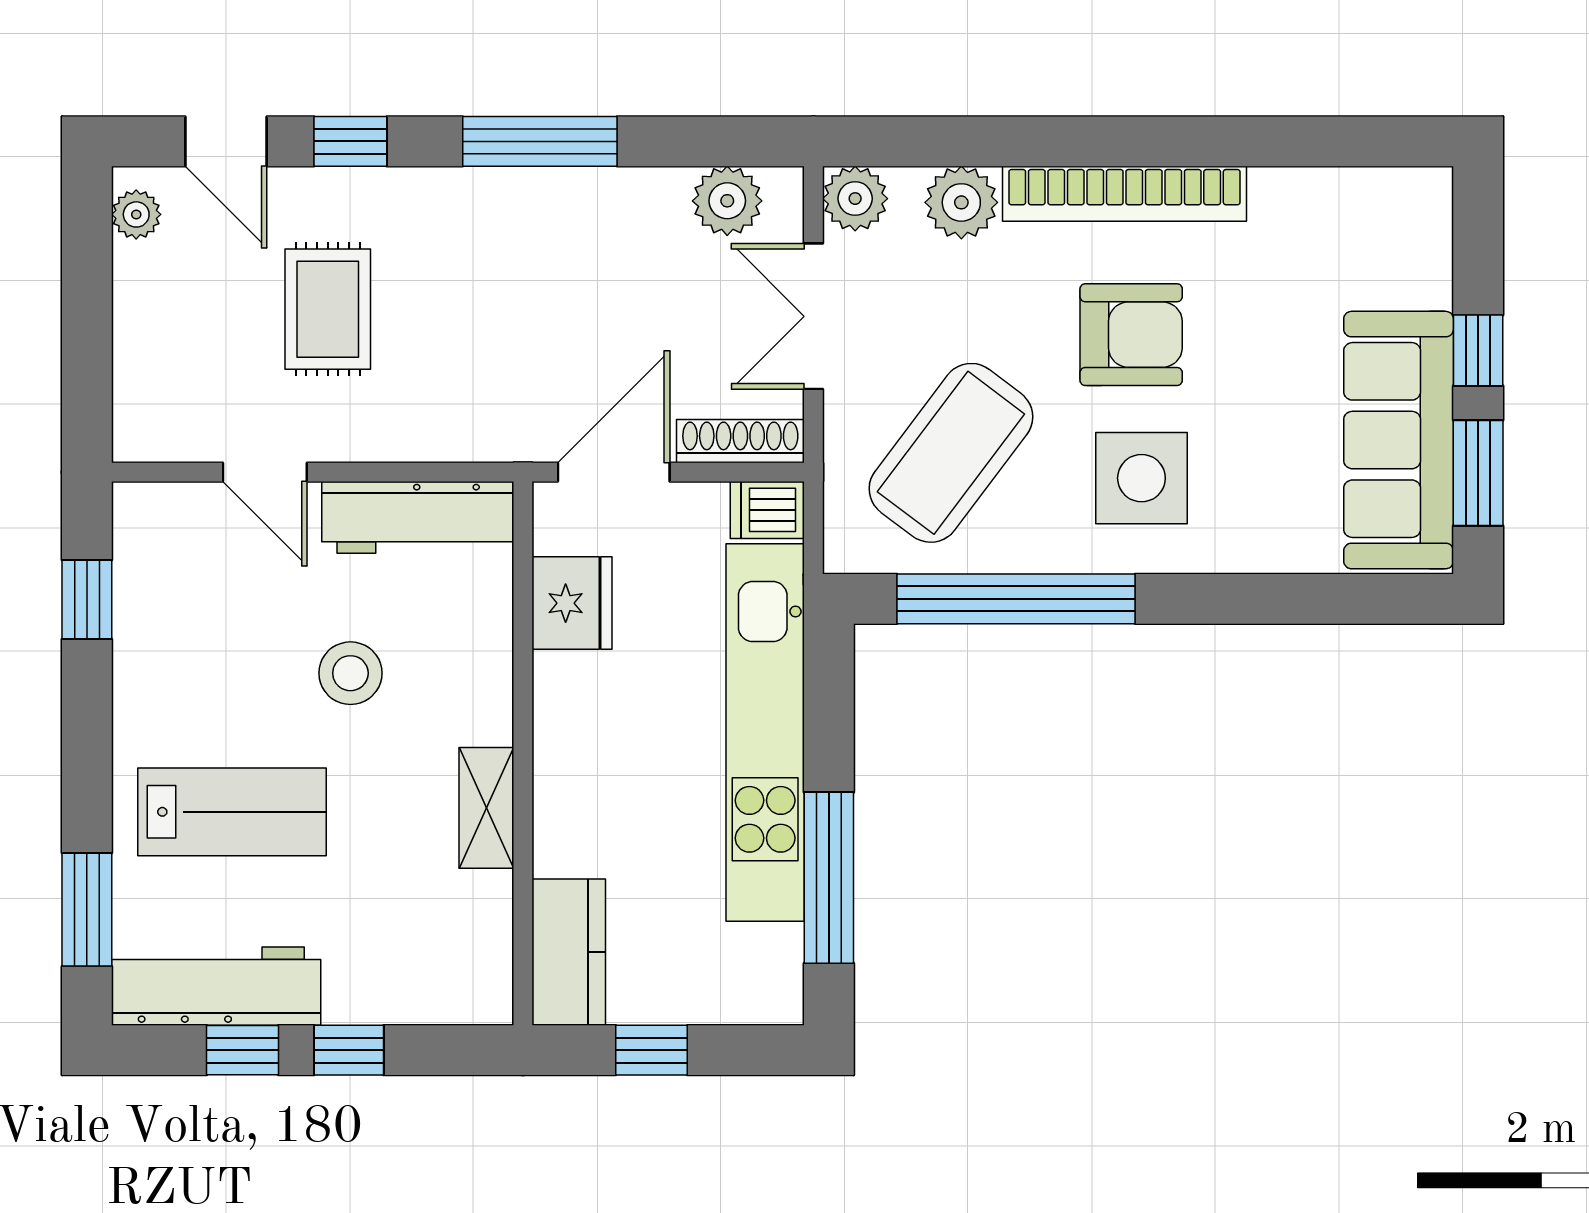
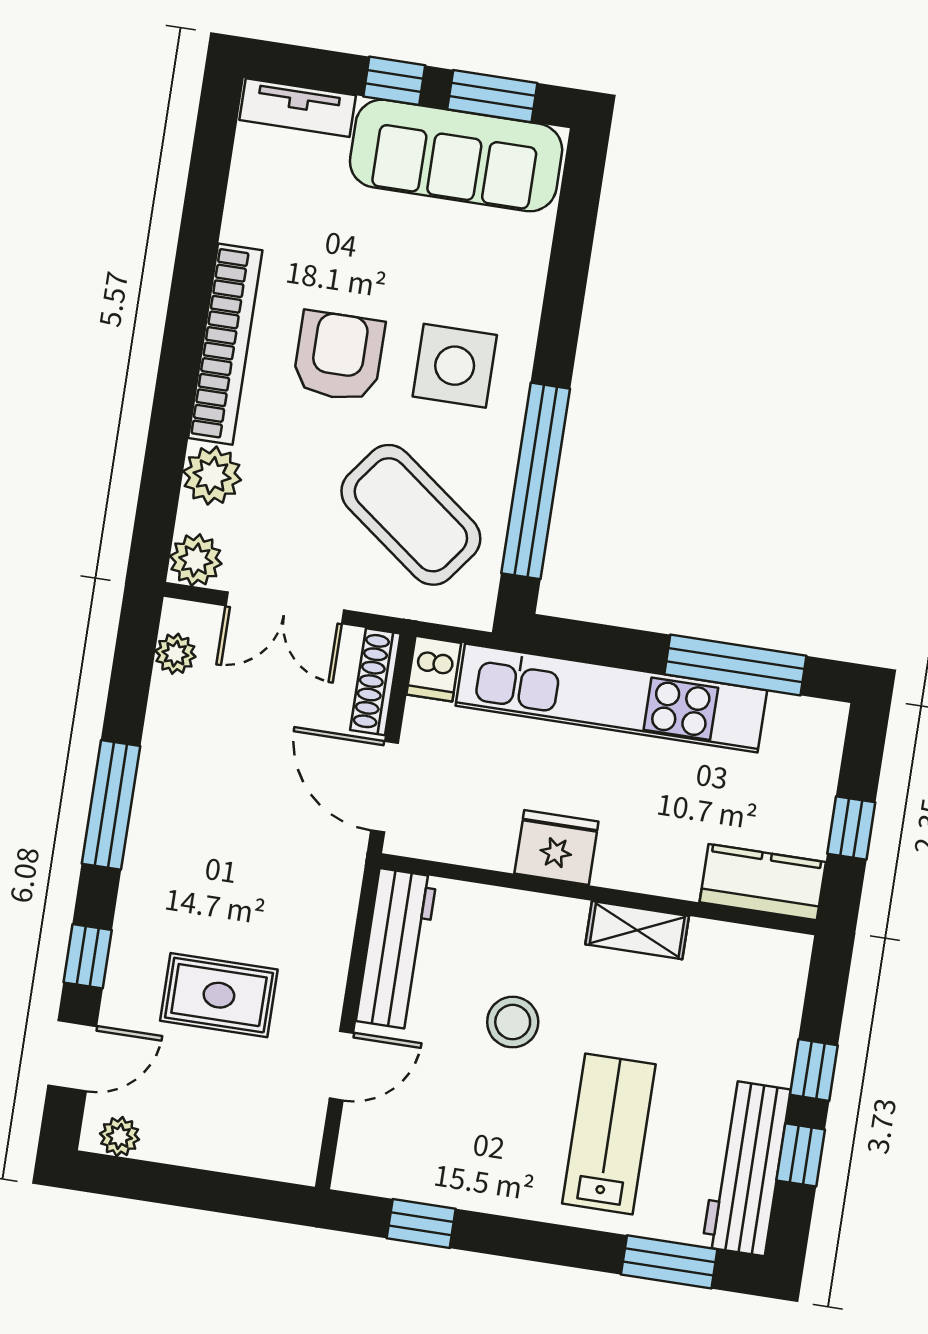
plant: (727, 201) -> (175, 654), width x0.73, depth x0.73
tv unit: (1427, 238) -> (298, 108), added
fridge: (572, 603) -> (556, 848), moved

